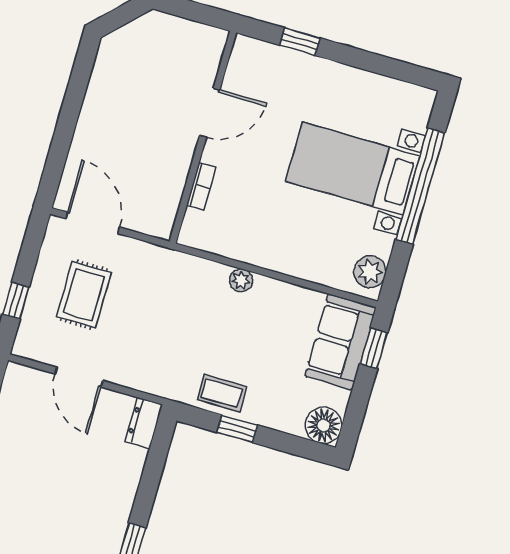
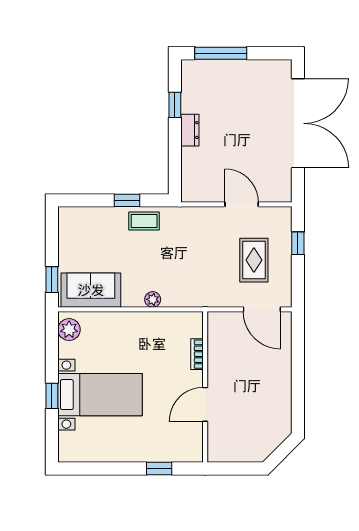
window: (420, 186) -> (52, 396), width x0.32
sofa: (340, 342) -> (91, 290), moved, turned -90
dresser: (144, 423) -> (190, 130), moved
floor lamp: (324, 425) -> (71, 219), removed

